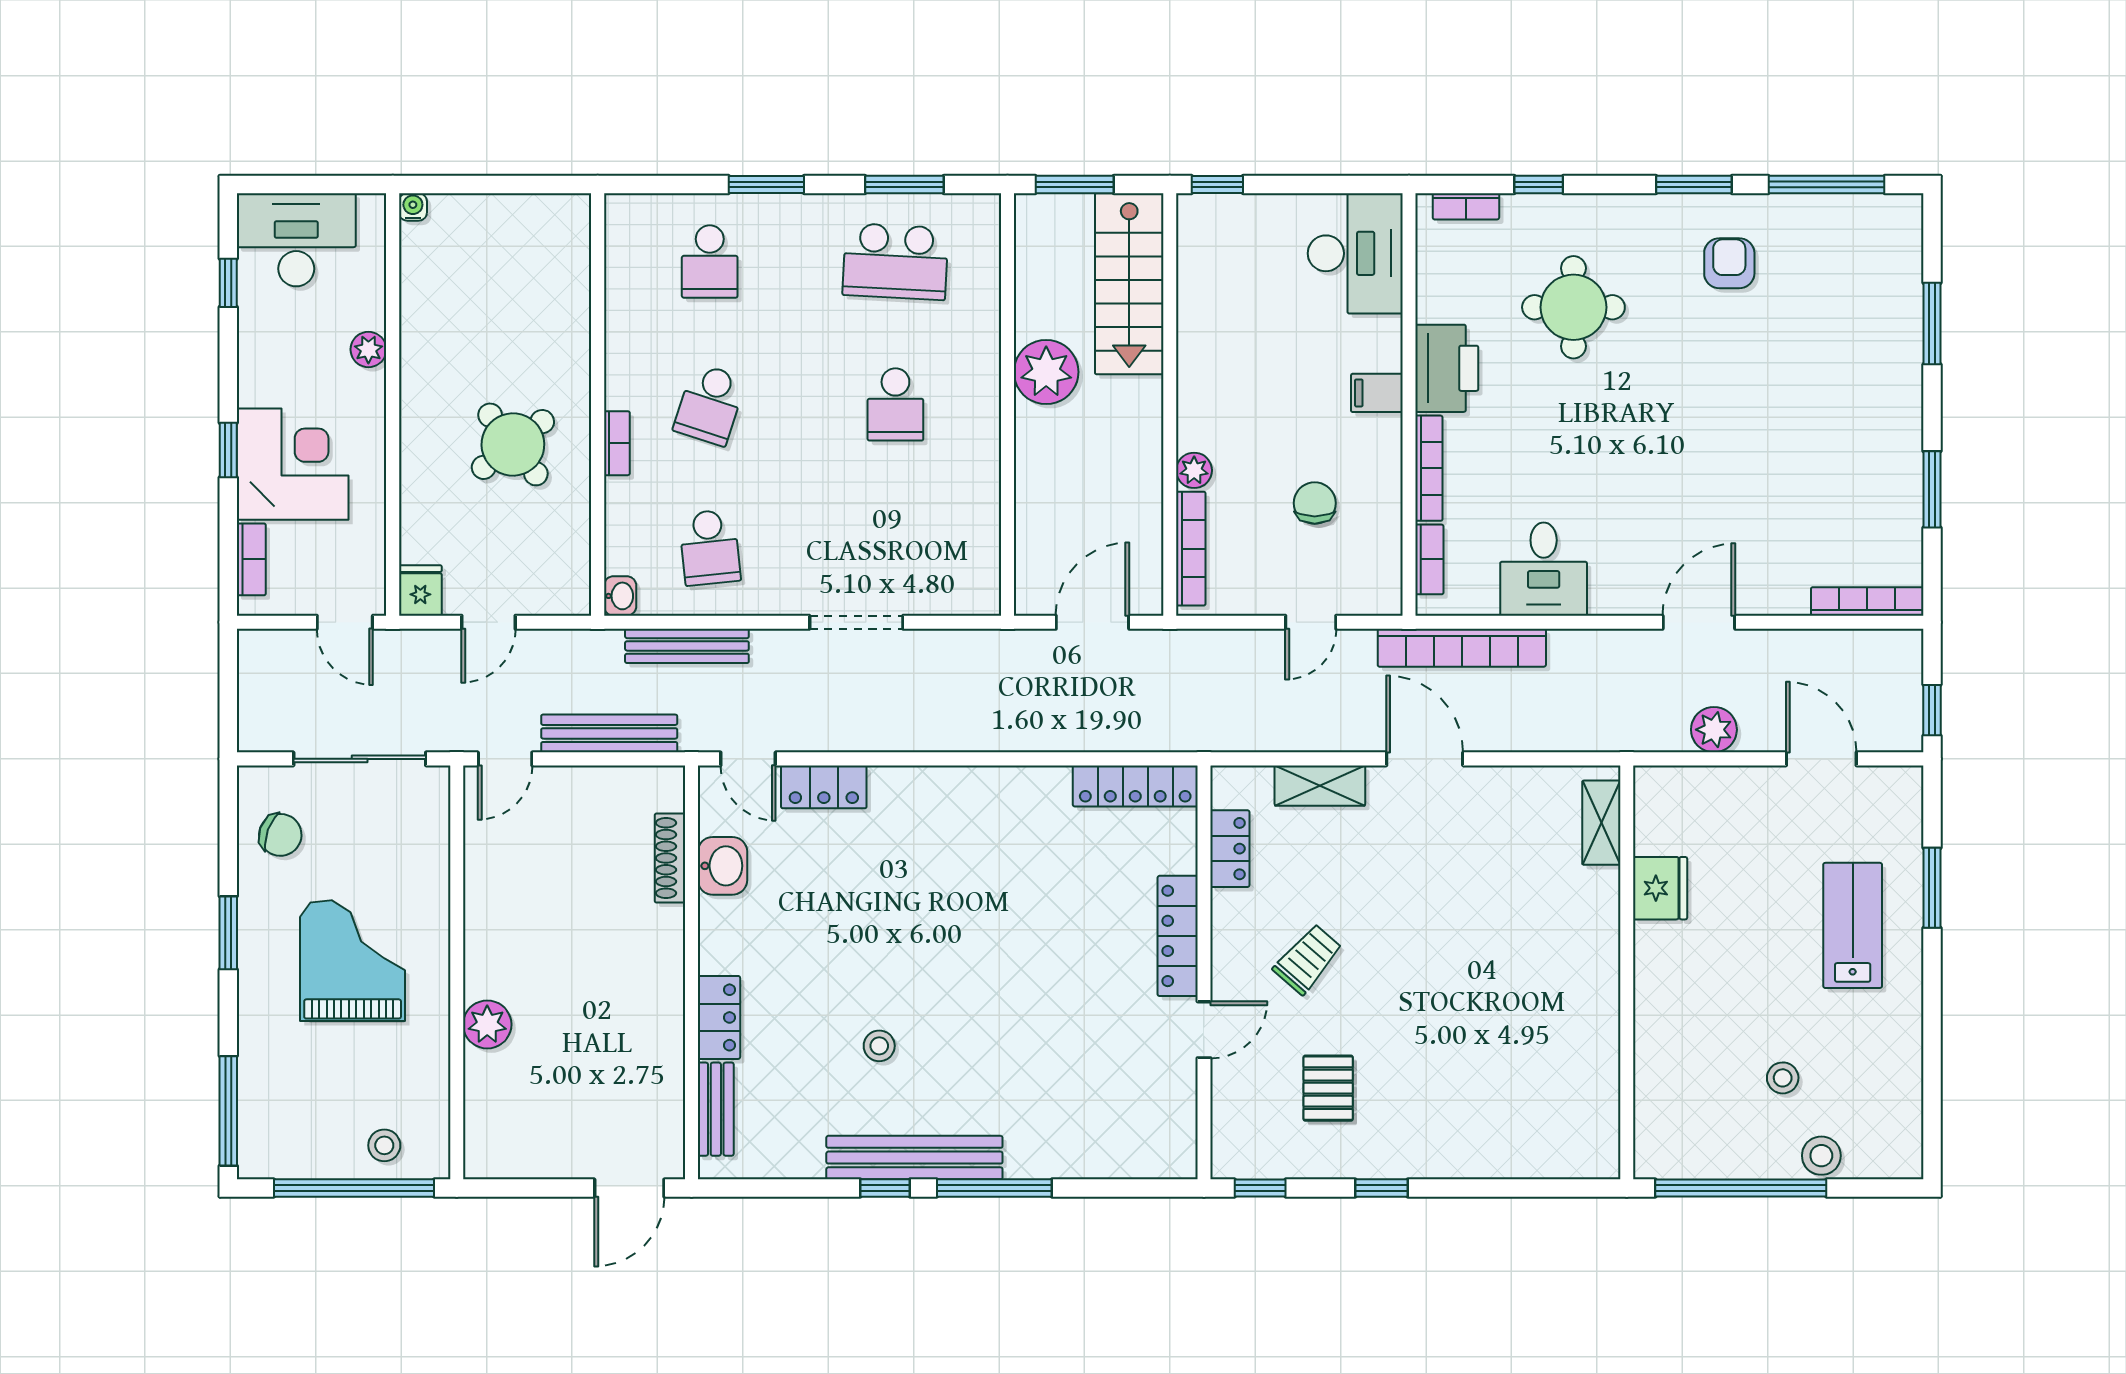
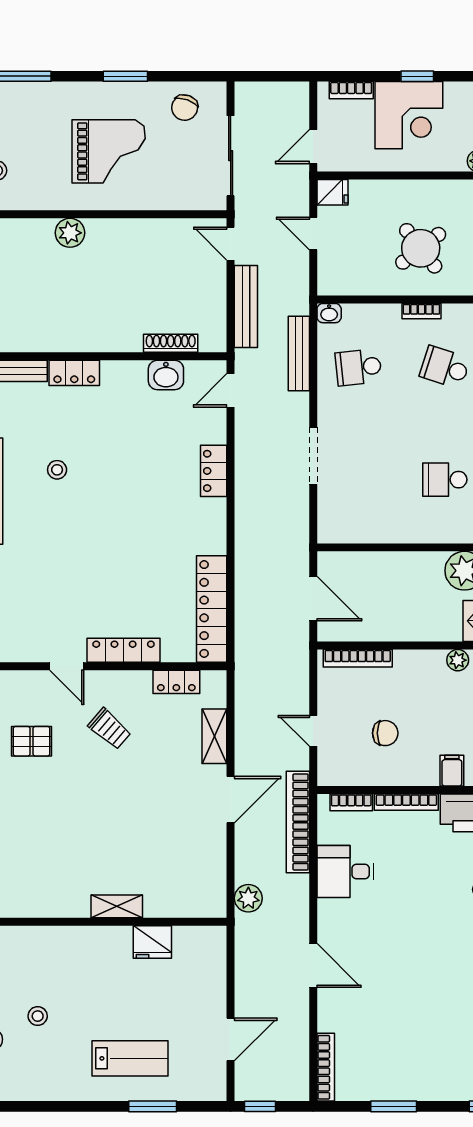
plant: (1194, 470) -> (458, 660), moved
plant: (1714, 730) -> (248, 898), moved
locker: (1135, 786) -> (212, 609), width x1.41, depth x1.21
locker: (824, 787) -> (214, 471), moved
shelving: (1601, 823) -> (117, 906), moved

